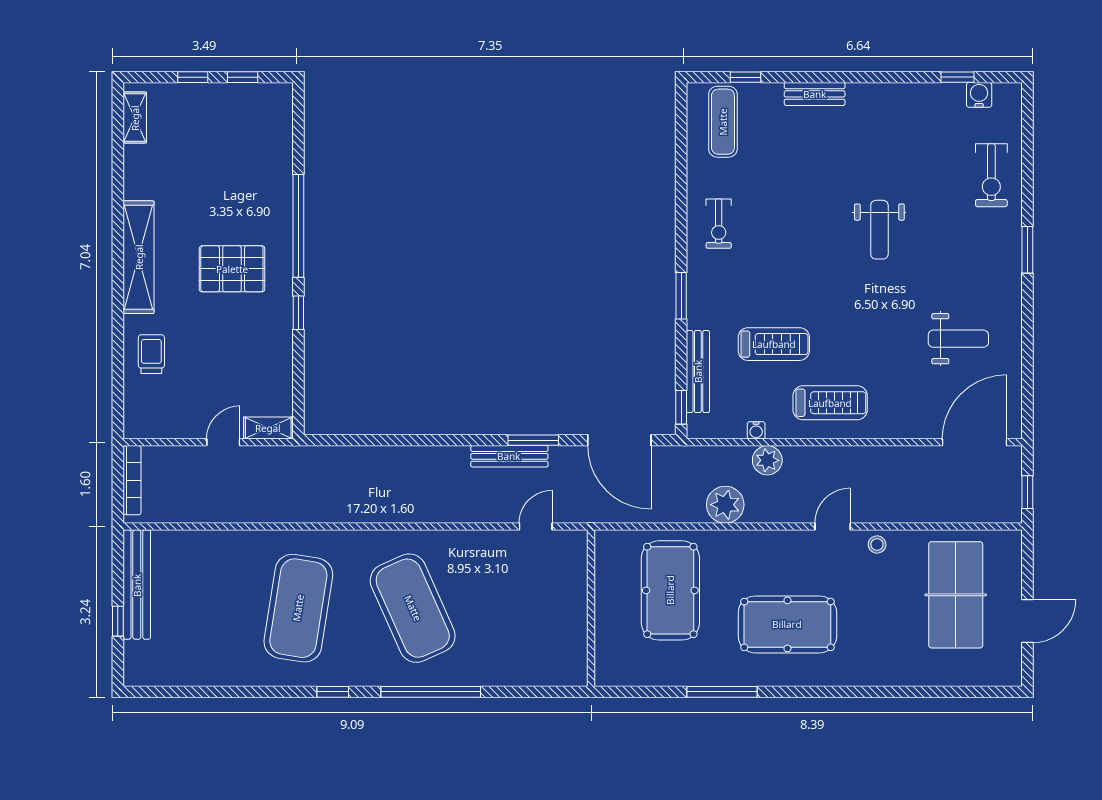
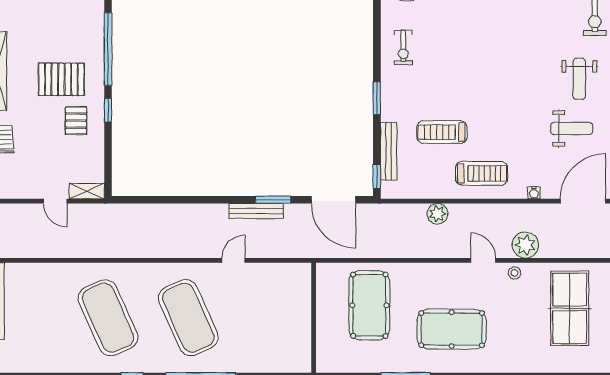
weight bench: (879, 230) -> (579, 79), moved
pallet: (253, 328) -> (76, 121), added
treadmill: (774, 344) -> (442, 132), turned 180
water cooler: (756, 430) -> (534, 193), moved
door: (223, 442) -> (55, 201), swing flipped
plant: (725, 505) -> (525, 245), moved
door: (536, 527) -> (234, 260), moved
door: (833, 527) -> (483, 260), hinge flipped
exercise mat: (298, 608) -> (108, 318), turned -33

